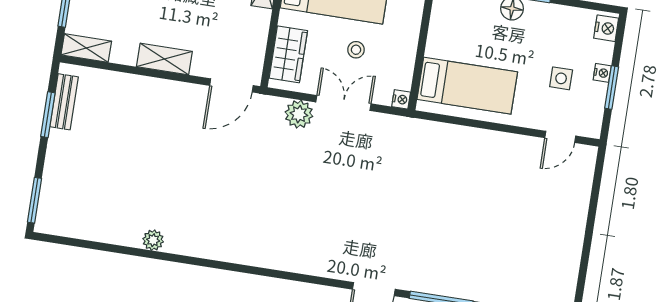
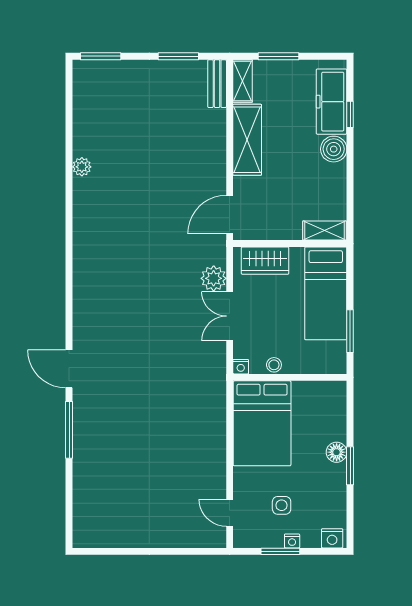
stool: (356, 50) -> (274, 365), moved
shelving: (164, 59) -> (247, 140), width x1.50, depth x1.33
door: (231, 85) -> (230, 215), hinge flipped
bed: (467, 86) -> (262, 423), width x1.50
bench: (64, 102) -> (217, 84), moved, turned 90
double door: (343, 103) -> (230, 316), swing flipped

